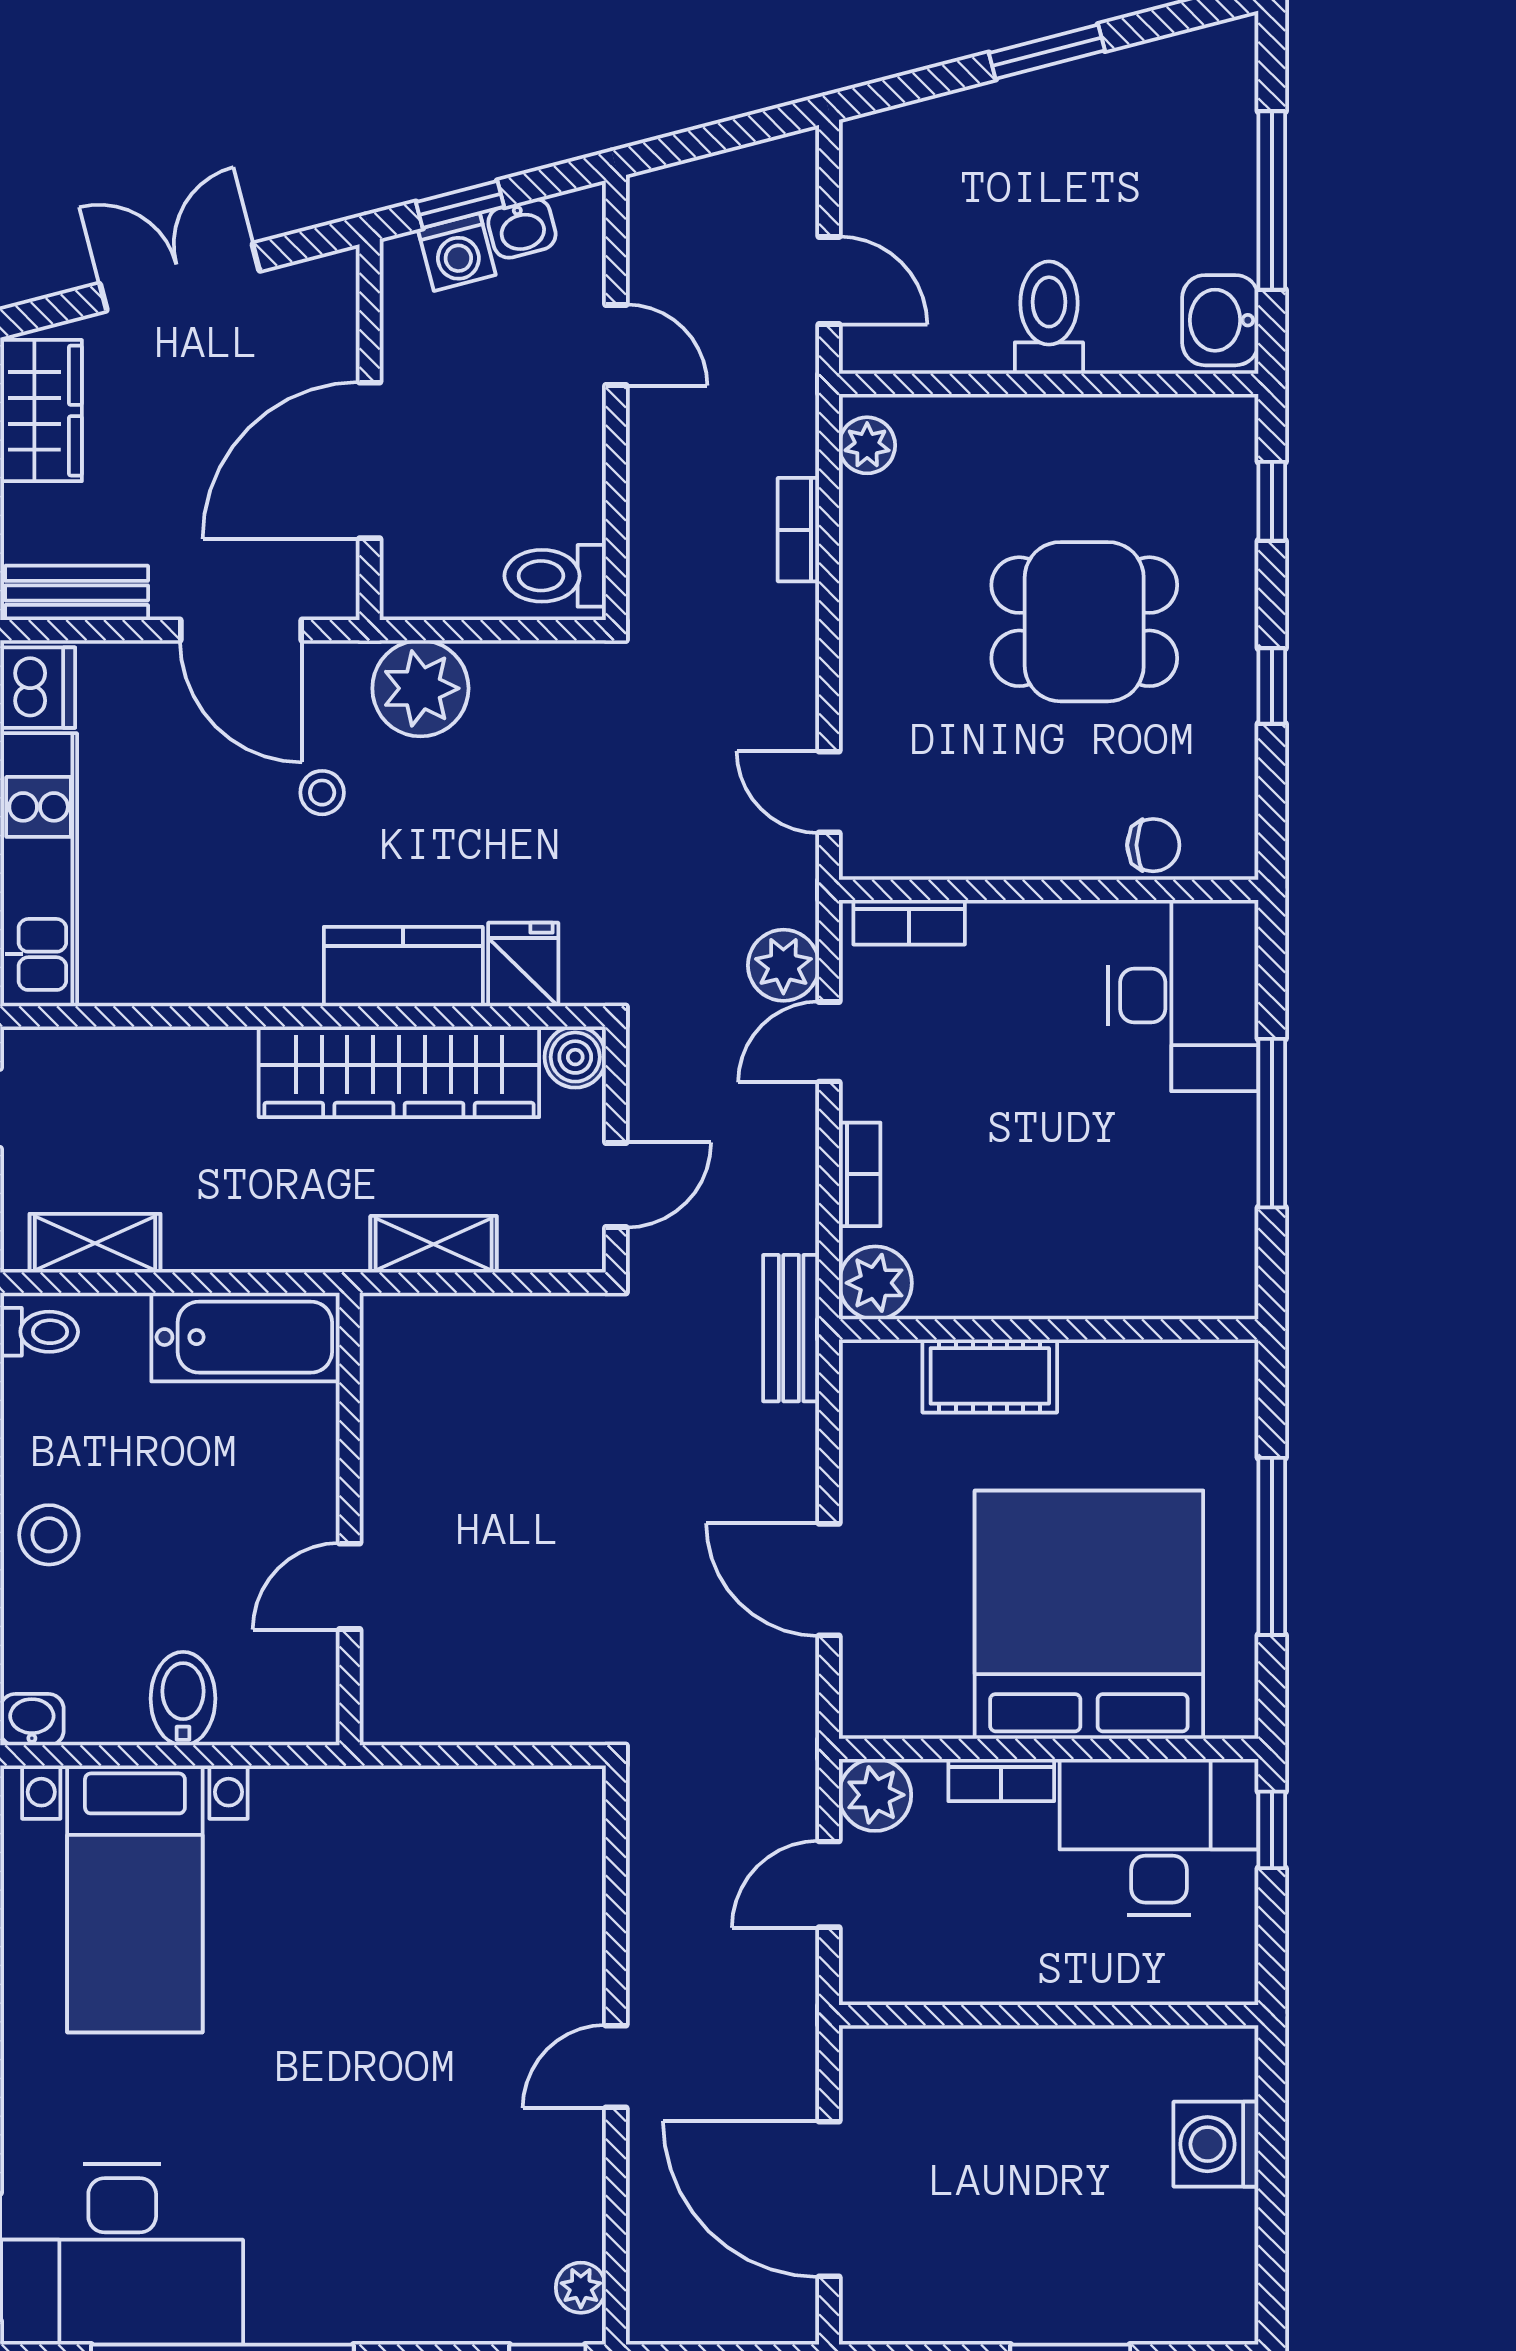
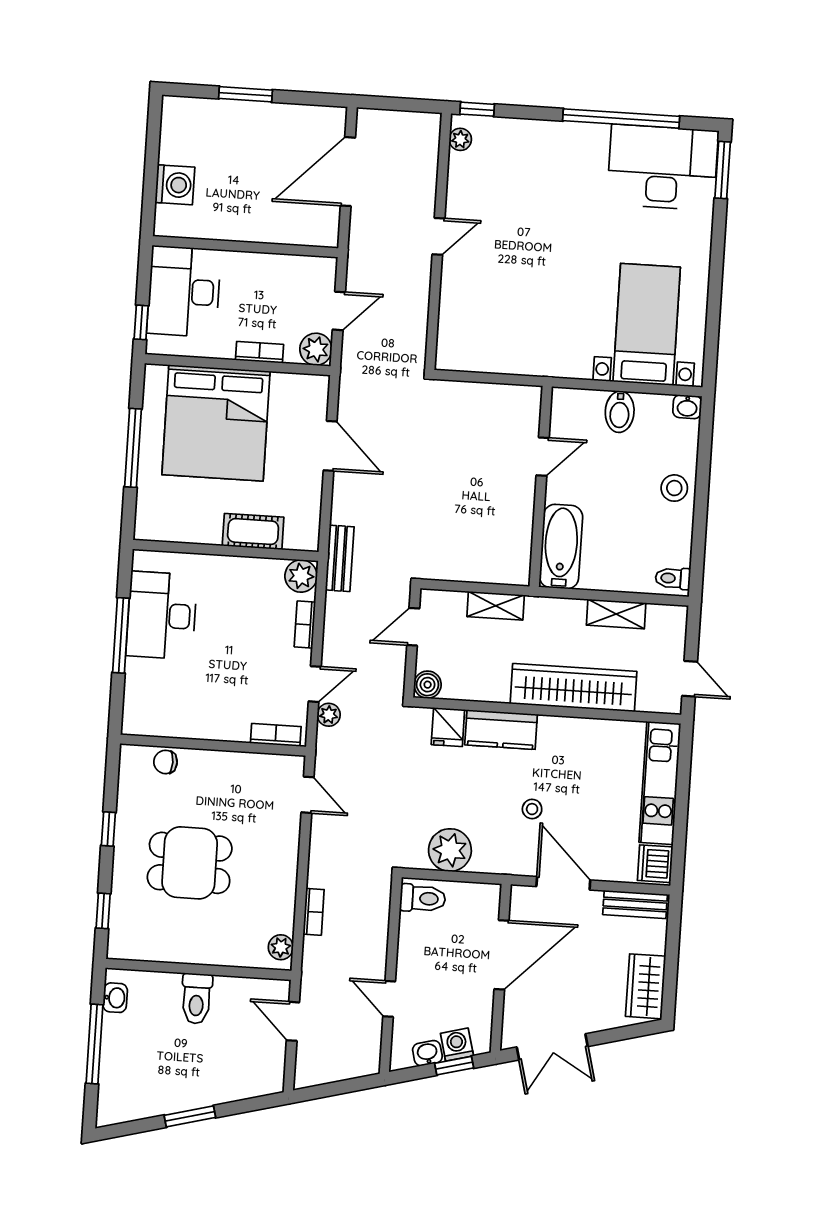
double door: (180, 277) -> (552, 1047), moved
washbasin: (1220, 320) -> (115, 998), width x0.72, depth x0.69
plant: (420, 688) -> (450, 850), moved
plant: (783, 965) -> (329, 715), width x0.73, depth x0.73
desk: (1183, 995) -> (162, 615), moved
wardrobe: (399, 1072) -> (573, 688), moved
shelving: (95, 1243) -> (616, 614), moved
bathtub: (245, 1337) -> (561, 547), moved, turned 90
desk: (1159, 1837) -> (184, 291), moved, turned 90
door: (829, 2199) -> (348, 172), swing flipped

